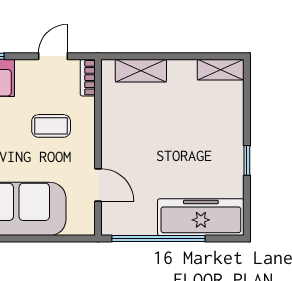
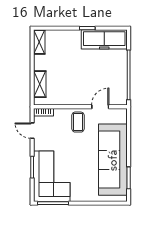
coffee table: (51, 126) -> (78, 122), moved
freezer: (201, 217) -> (104, 39), moved, turned -90

